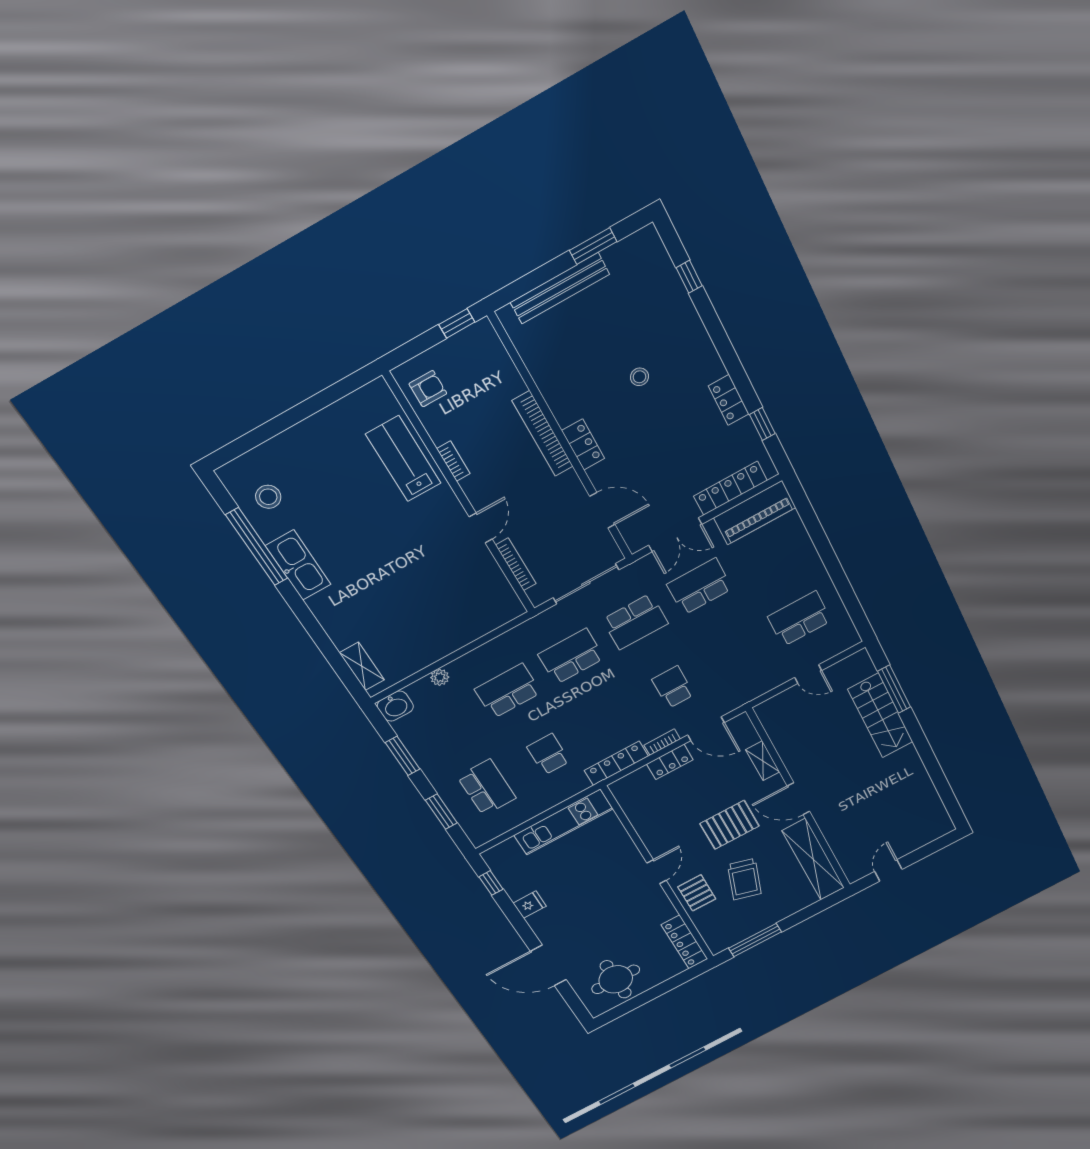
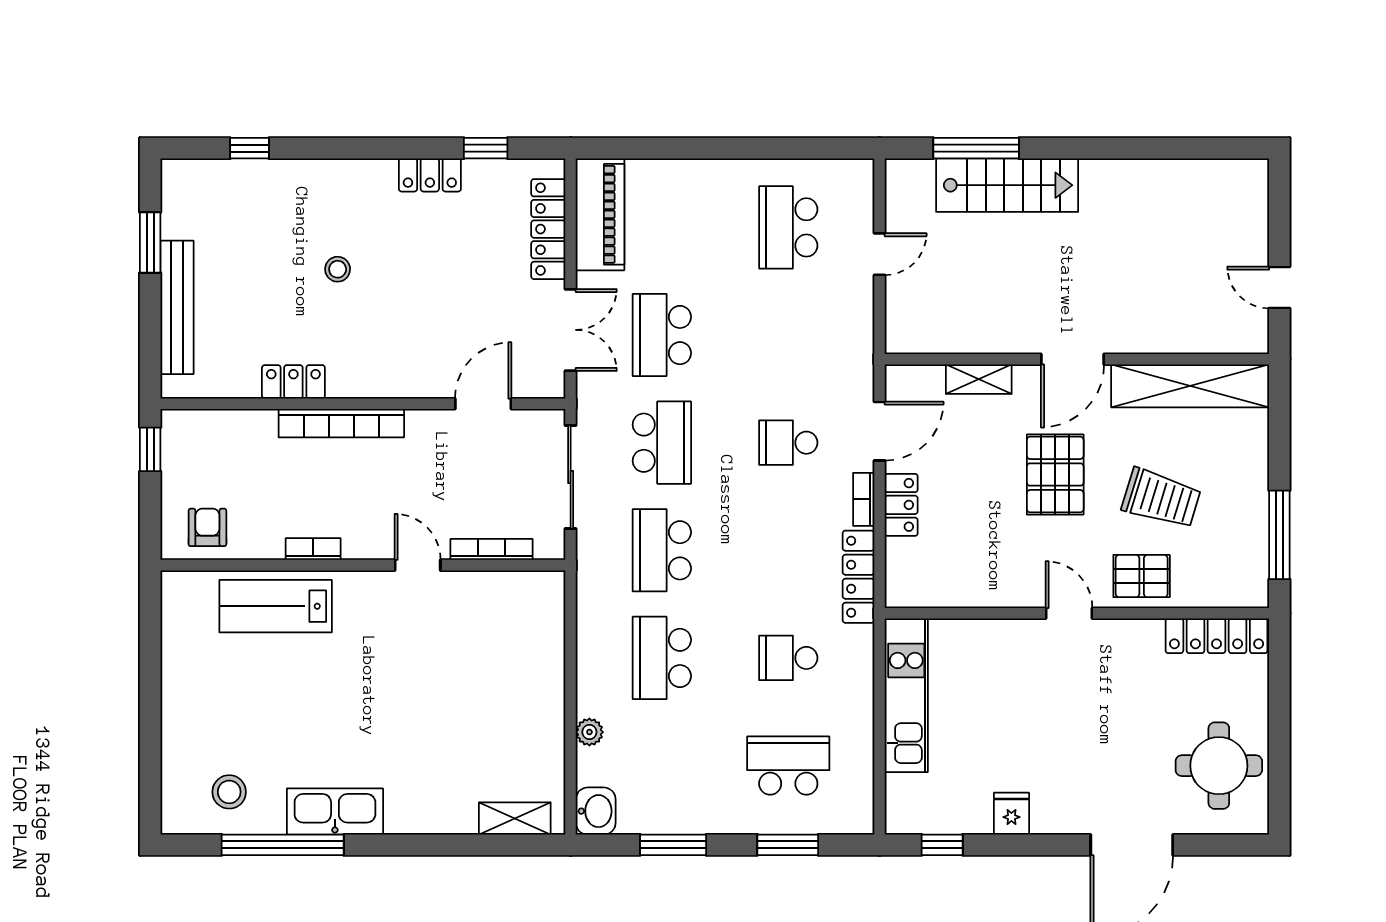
locker: (583, 445) -> (293, 382), moved

